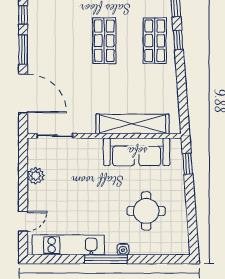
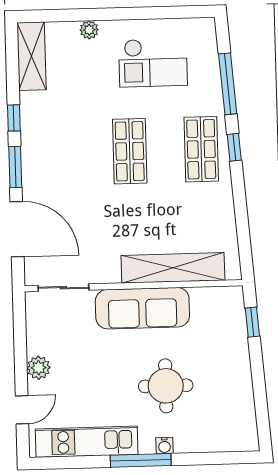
sofa: (137, 152) -> (142, 308), moved
plant: (36, 176) -> (39, 368), moved
round table: (146, 211) -> (166, 386), moved

